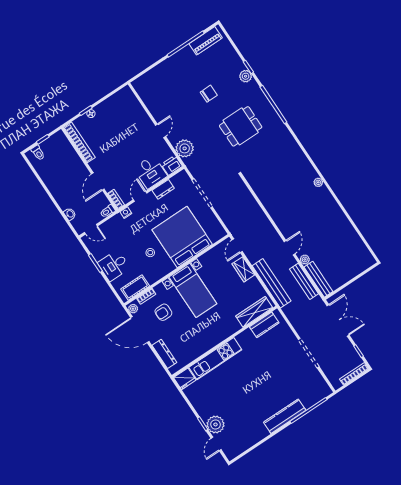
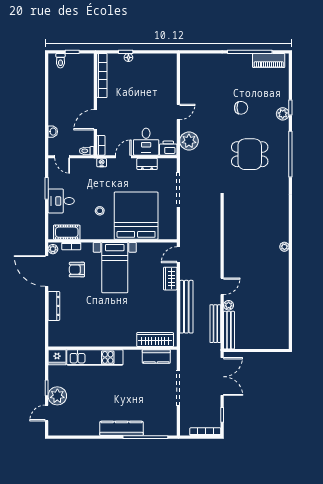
wardrobe: (254, 312) -> (155, 340), moved
kitchen counter: (264, 325) -> (156, 356), moved
wall: (224, 342) -> (112, 348), moved
kitchen unit: (215, 359) -> (95, 357), moved
fridge: (185, 379) -> (57, 357), moved

